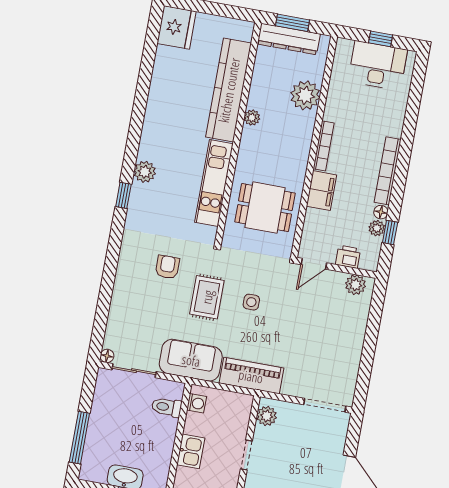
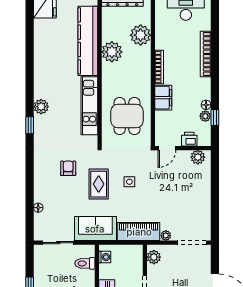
plant: (252, 118) -> (112, 52), width x1.88, depth x1.88
bookcase: (388, 171) -> (206, 54), moved
dining table: (265, 208) -> (127, 116), turned 90
floor lamp: (107, 356) -> (38, 208), moved
plant: (289, 388) -> (166, 236), added

